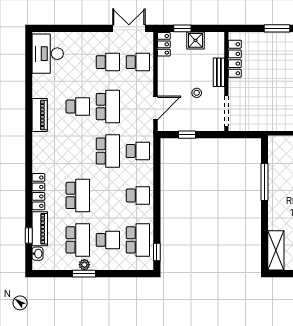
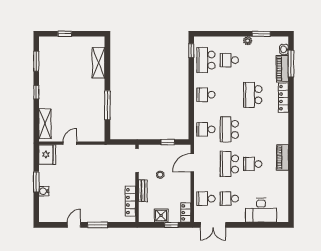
desk: (48, 54) -> (261, 210), moved, turned 90
window: (29, 236) -> (291, 64), width x2.17
school desk: (78, 240) -> (253, 60), removed
shelving: (276, 250) -> (99, 63), moved
window: (84, 274) -> (261, 34), moved

